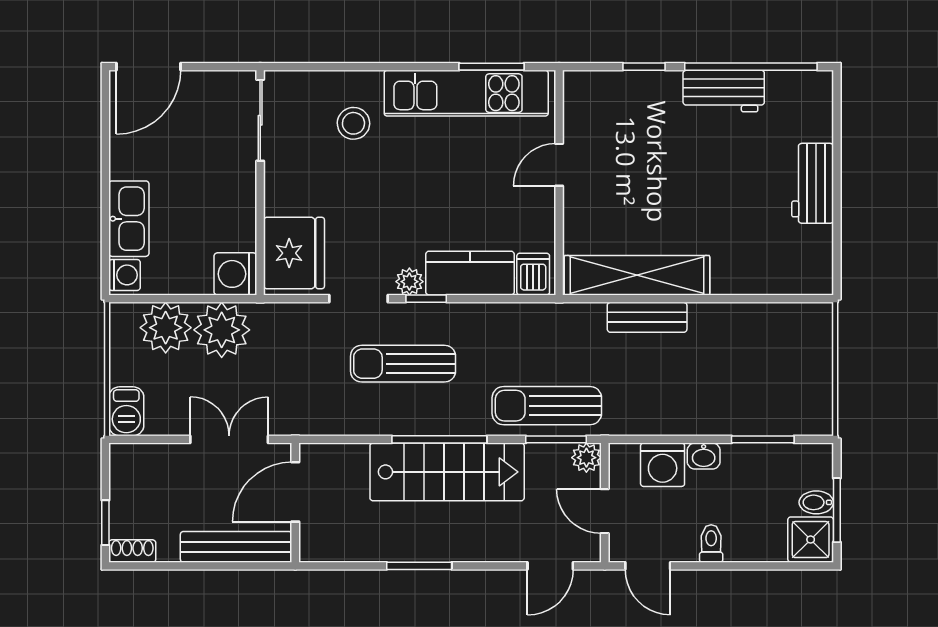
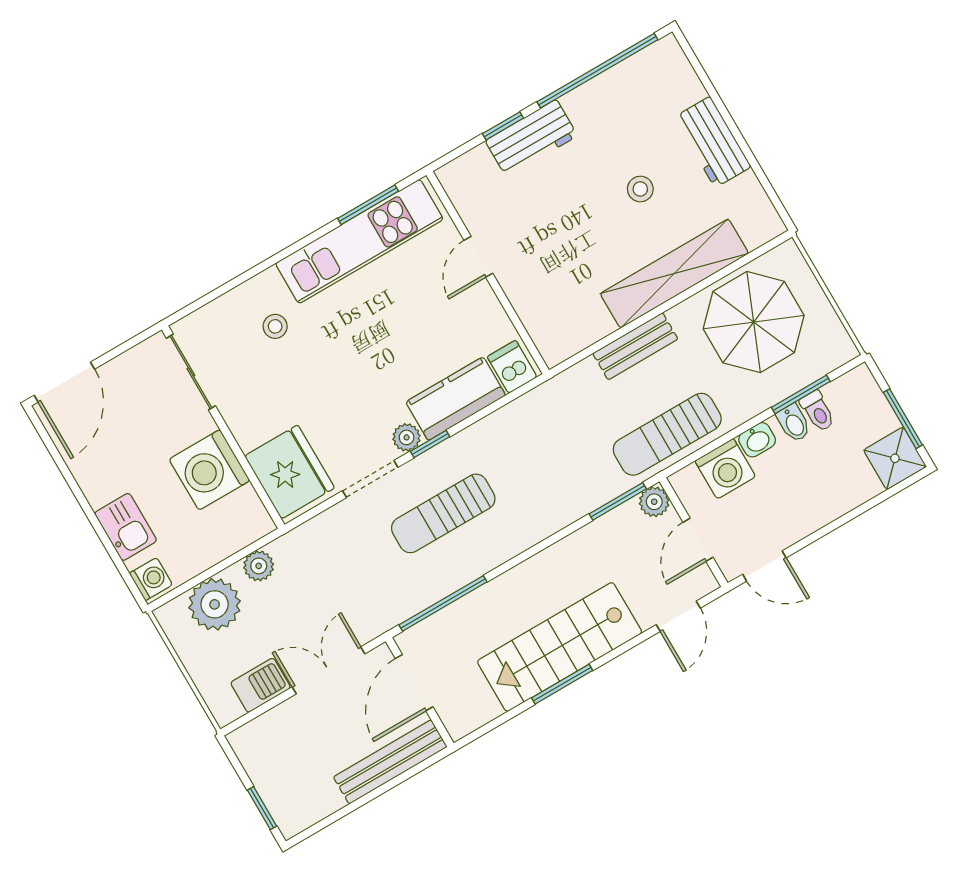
workbench: (724, 91) -> (531, 138), moved
stool: (353, 123) -> (275, 326), width x0.73, depth x0.73
stool: (729, 187) -> (640, 189), added
kitchen sink: (129, 219) -> (126, 527), width x0.73
washing machine: (235, 274) -> (209, 470), moved, width x1.37, depth x1.37
shelving: (637, 275) -> (674, 274), moved
plant: (222, 330) -> (259, 566), width x0.53, depth x0.53
parasol: (759, 355) -> (754, 322), added
sun lounger: (547, 406) -> (667, 434), moved
barbecue: (126, 411) -> (261, 685), moved, turned -90
window: (439, 439) -> (443, 603), moved
stairs: (447, 472) -> (560, 647), moved, turned 180
bidet: (816, 502) -> (794, 423), moved, turned -90
door: (605, 511) -> (698, 540), hinge flipped
toilet: (711, 544) -> (818, 411), moved, turned 180
shoe rack: (132, 551) -> (301, 819), removed

